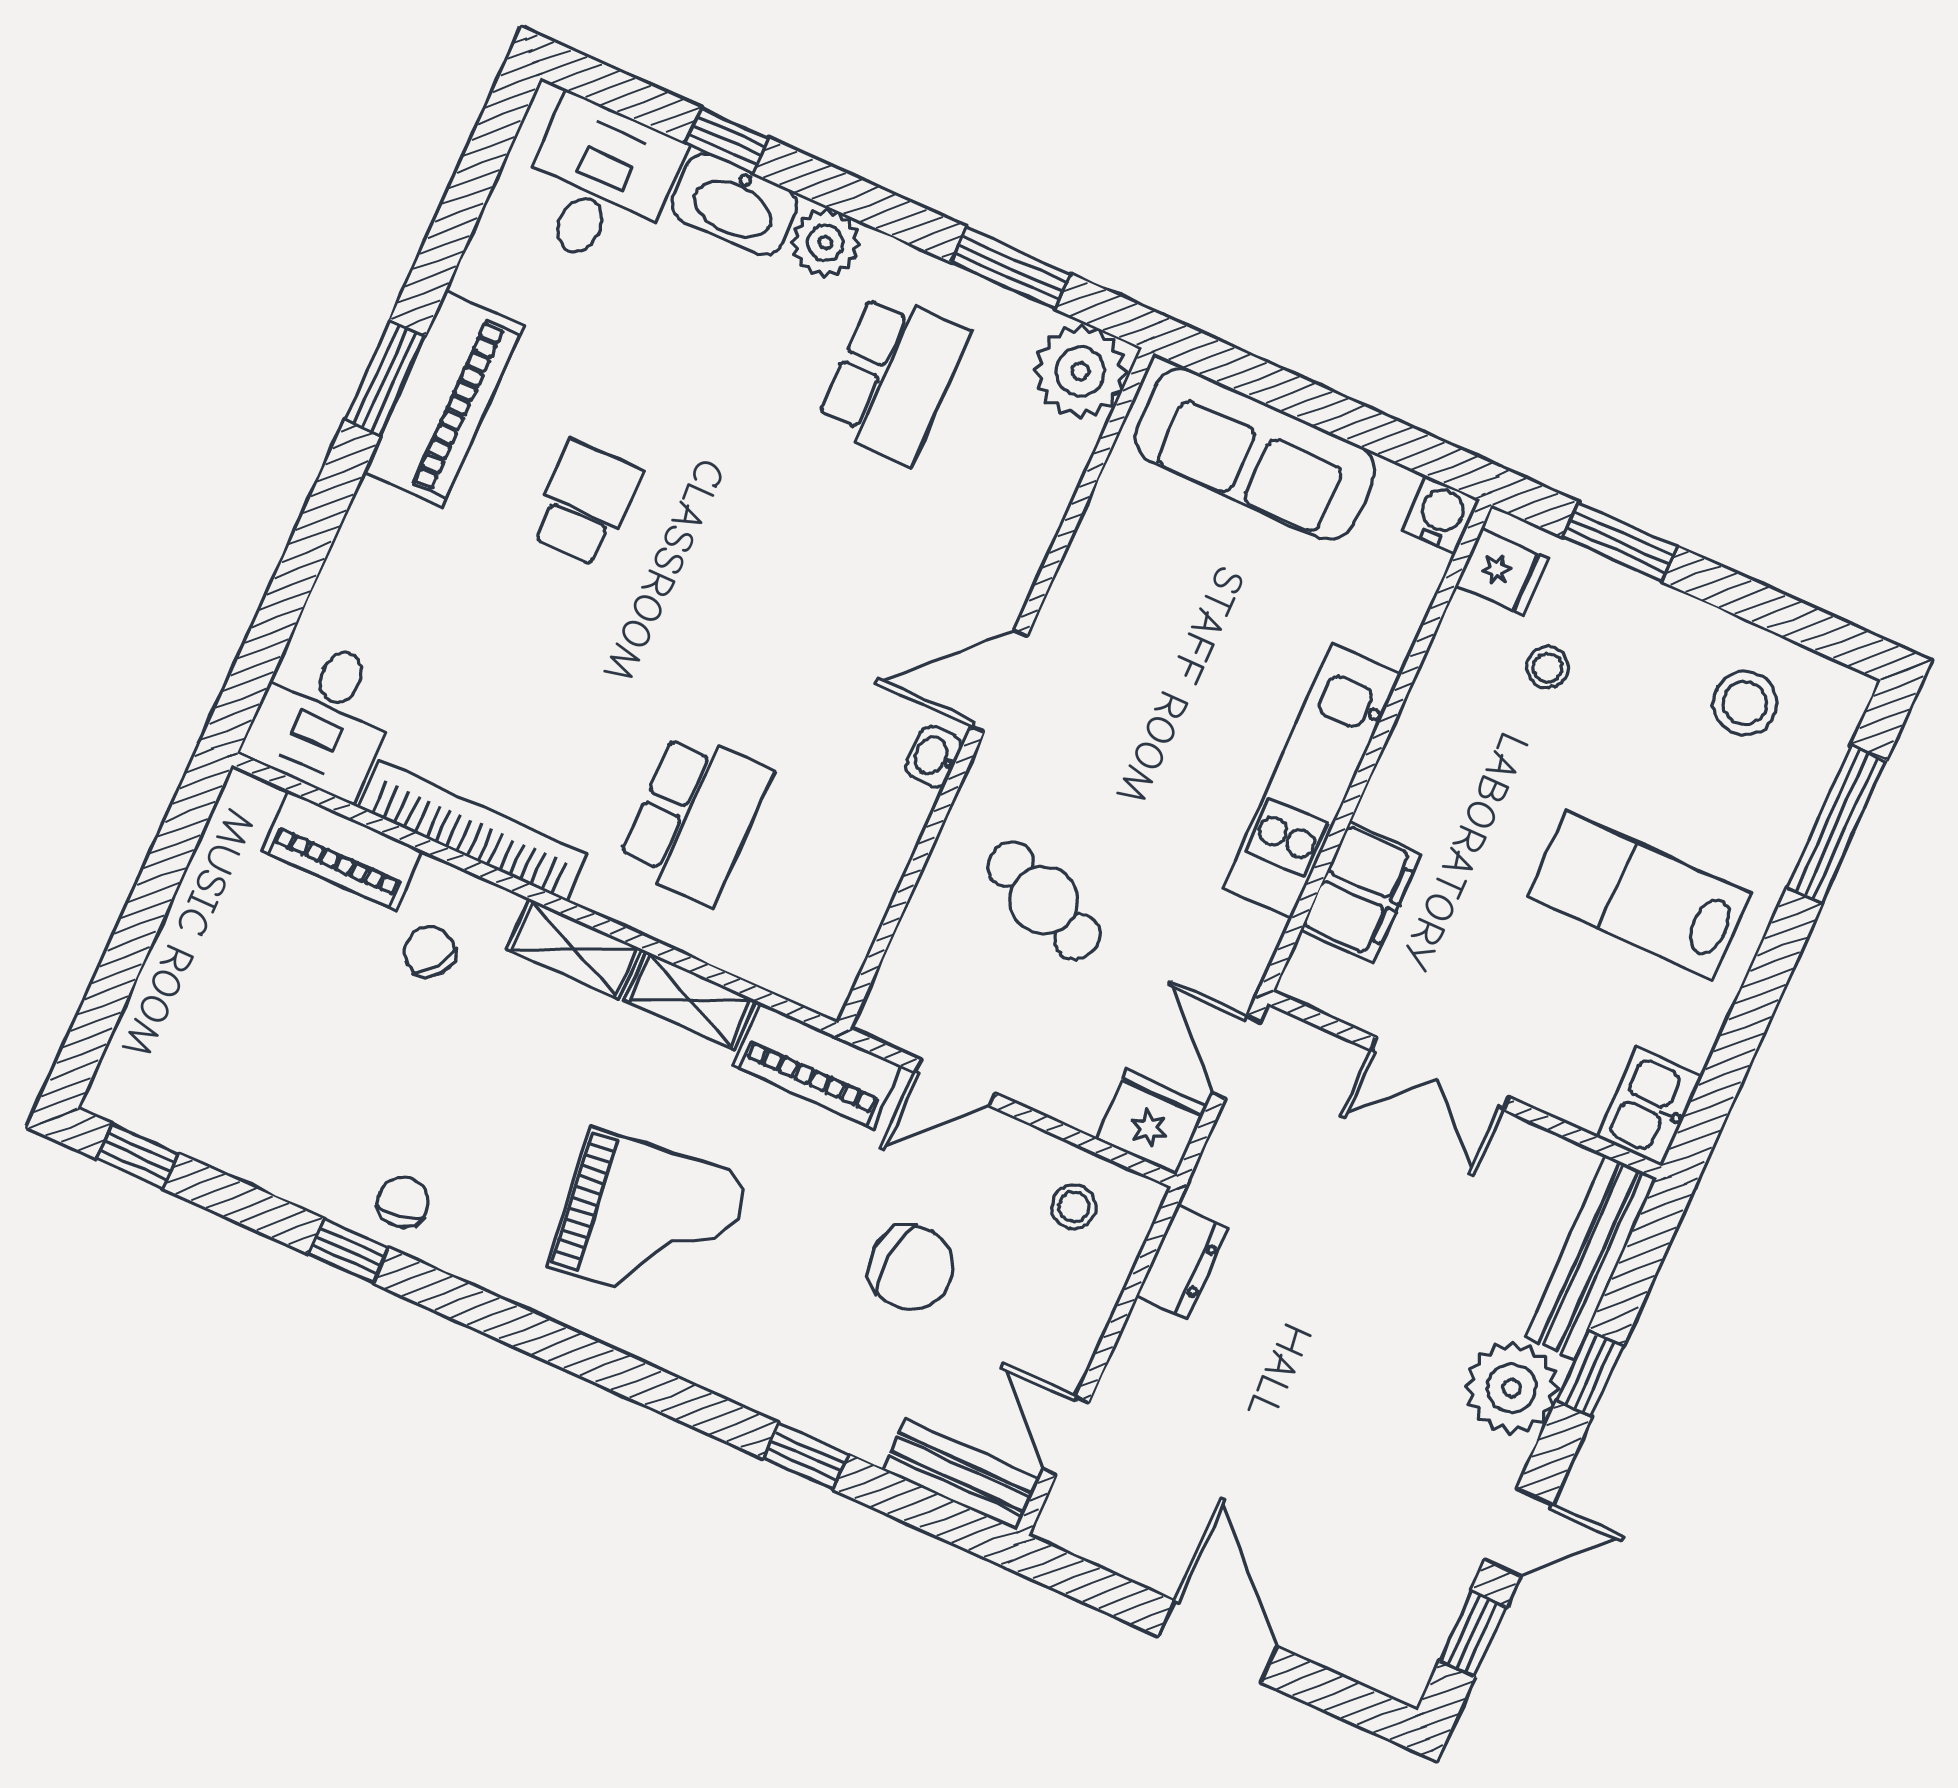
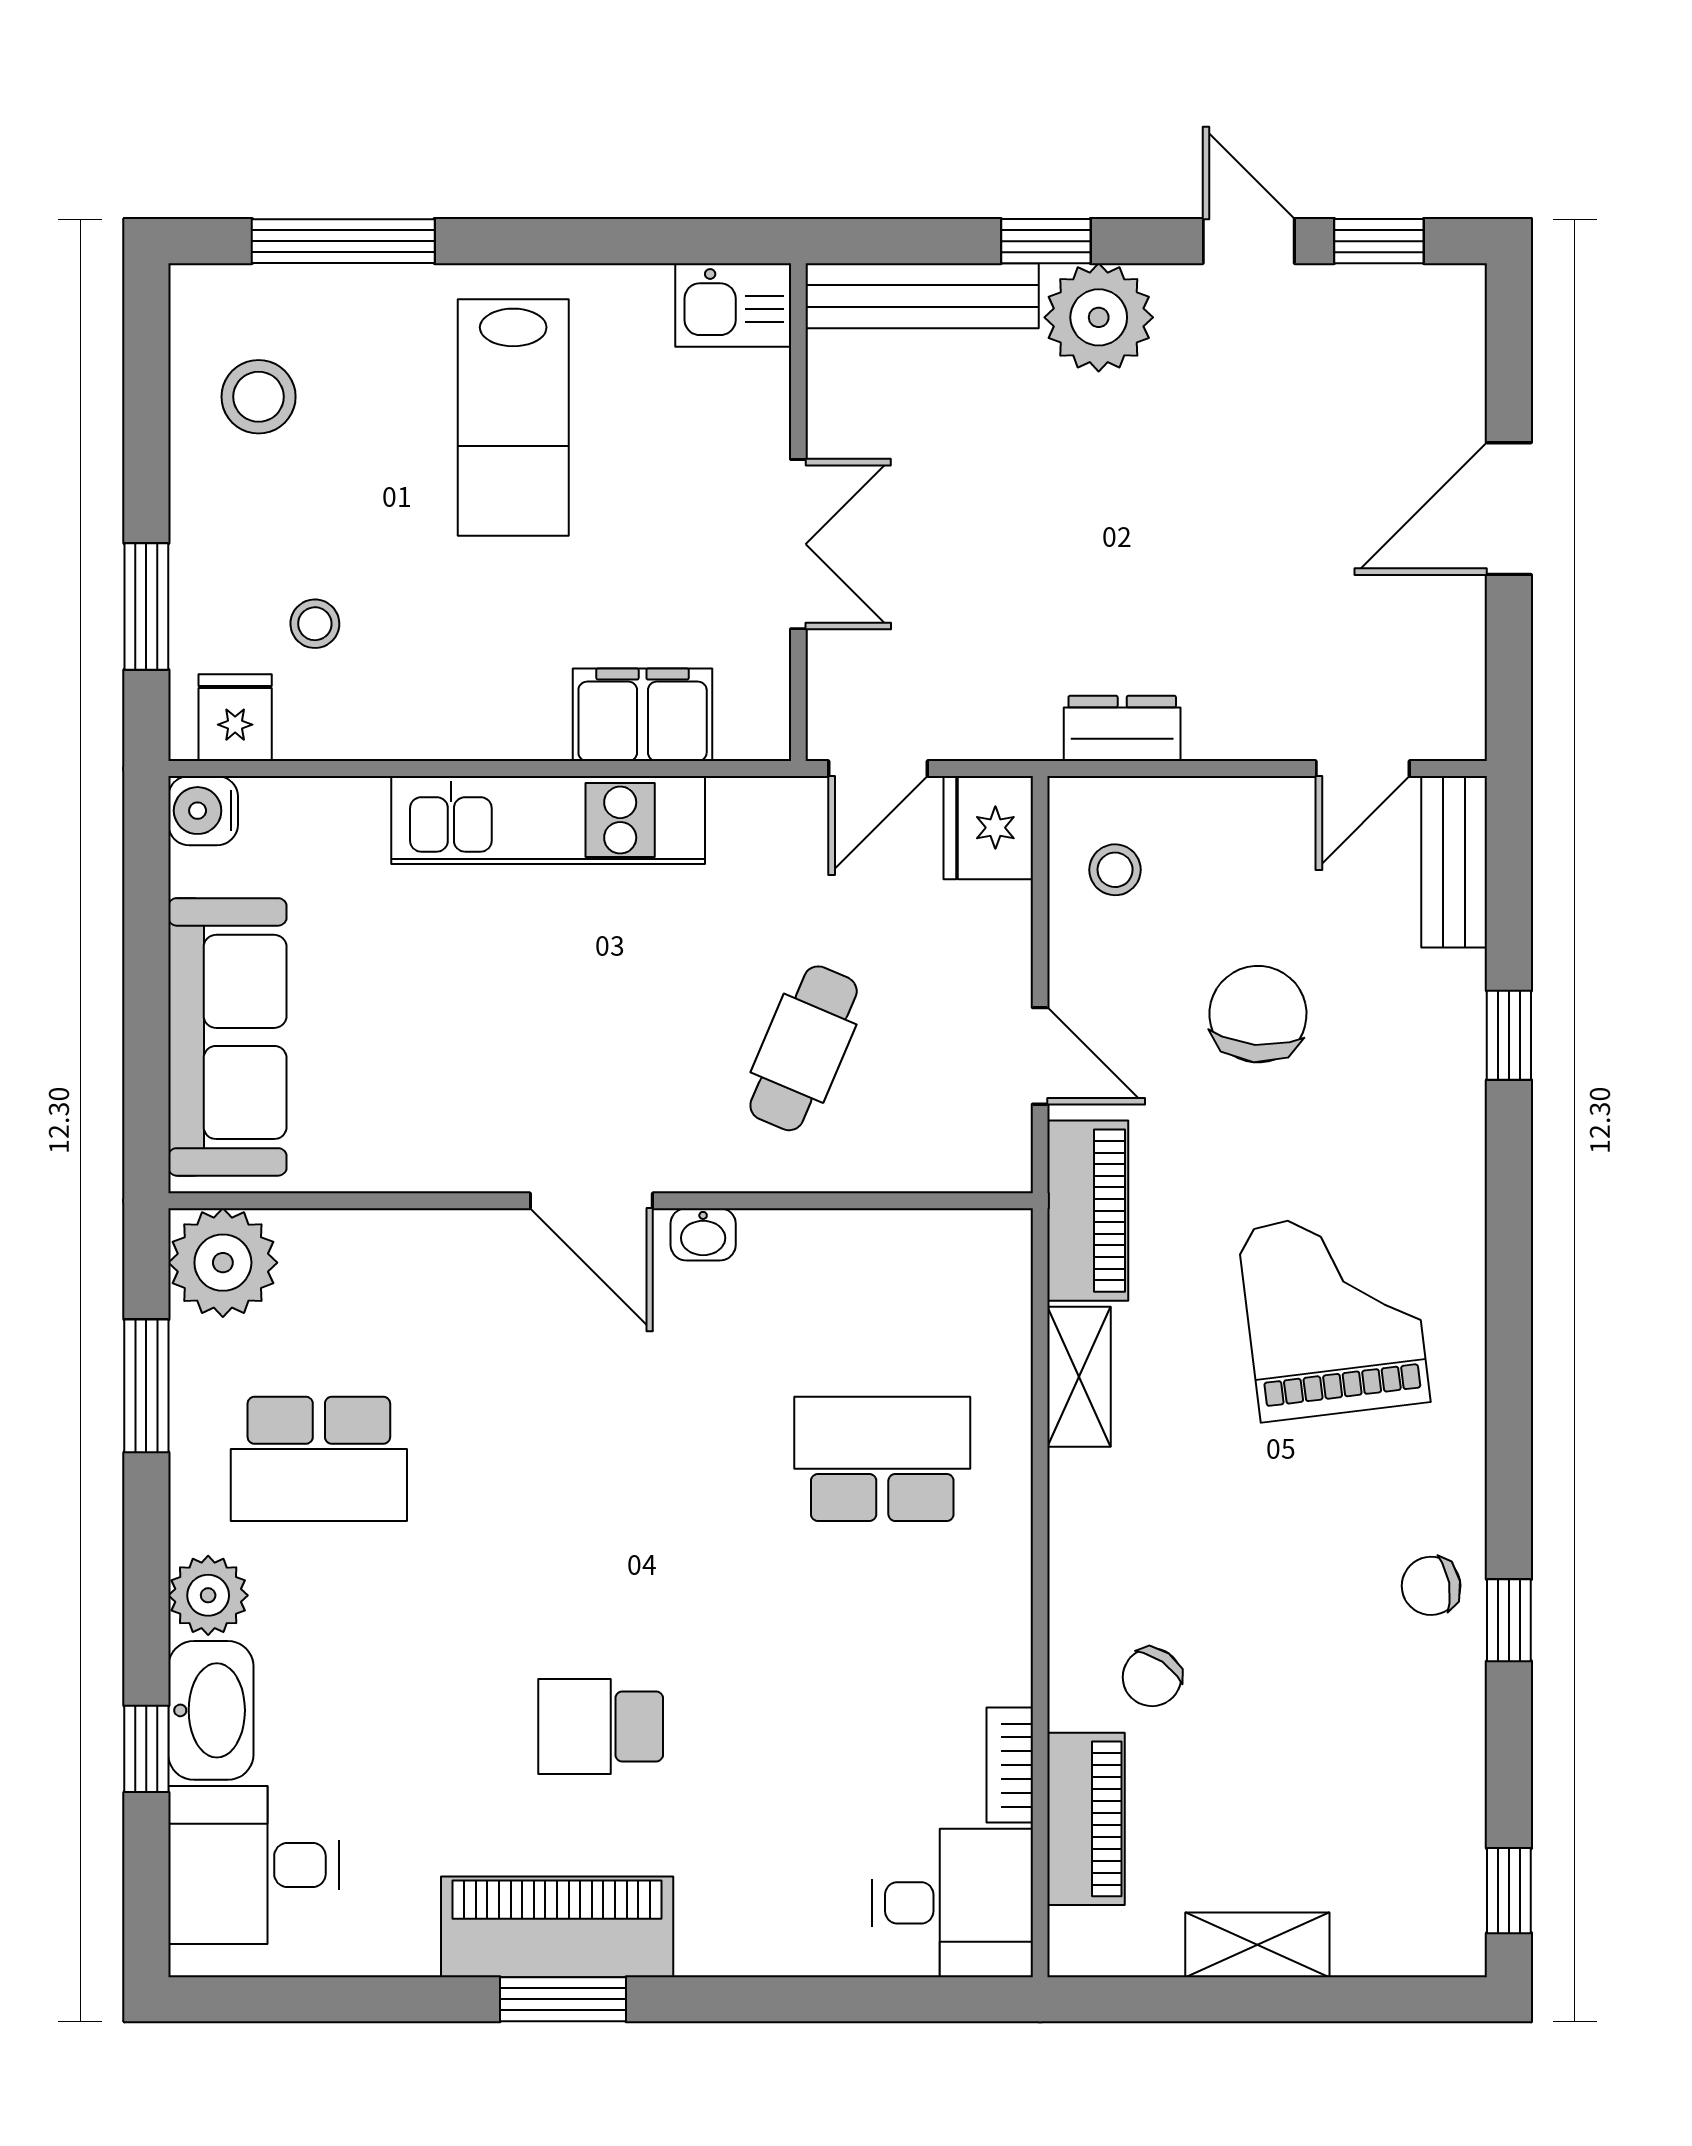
school desk: (893, 377) -> (319, 1459), turned 180
bookcase: (473, 831) -> (1010, 1765), width x0.43, depth x0.76
shelving: (574, 949) -> (1257, 1945), moved, turned 90

